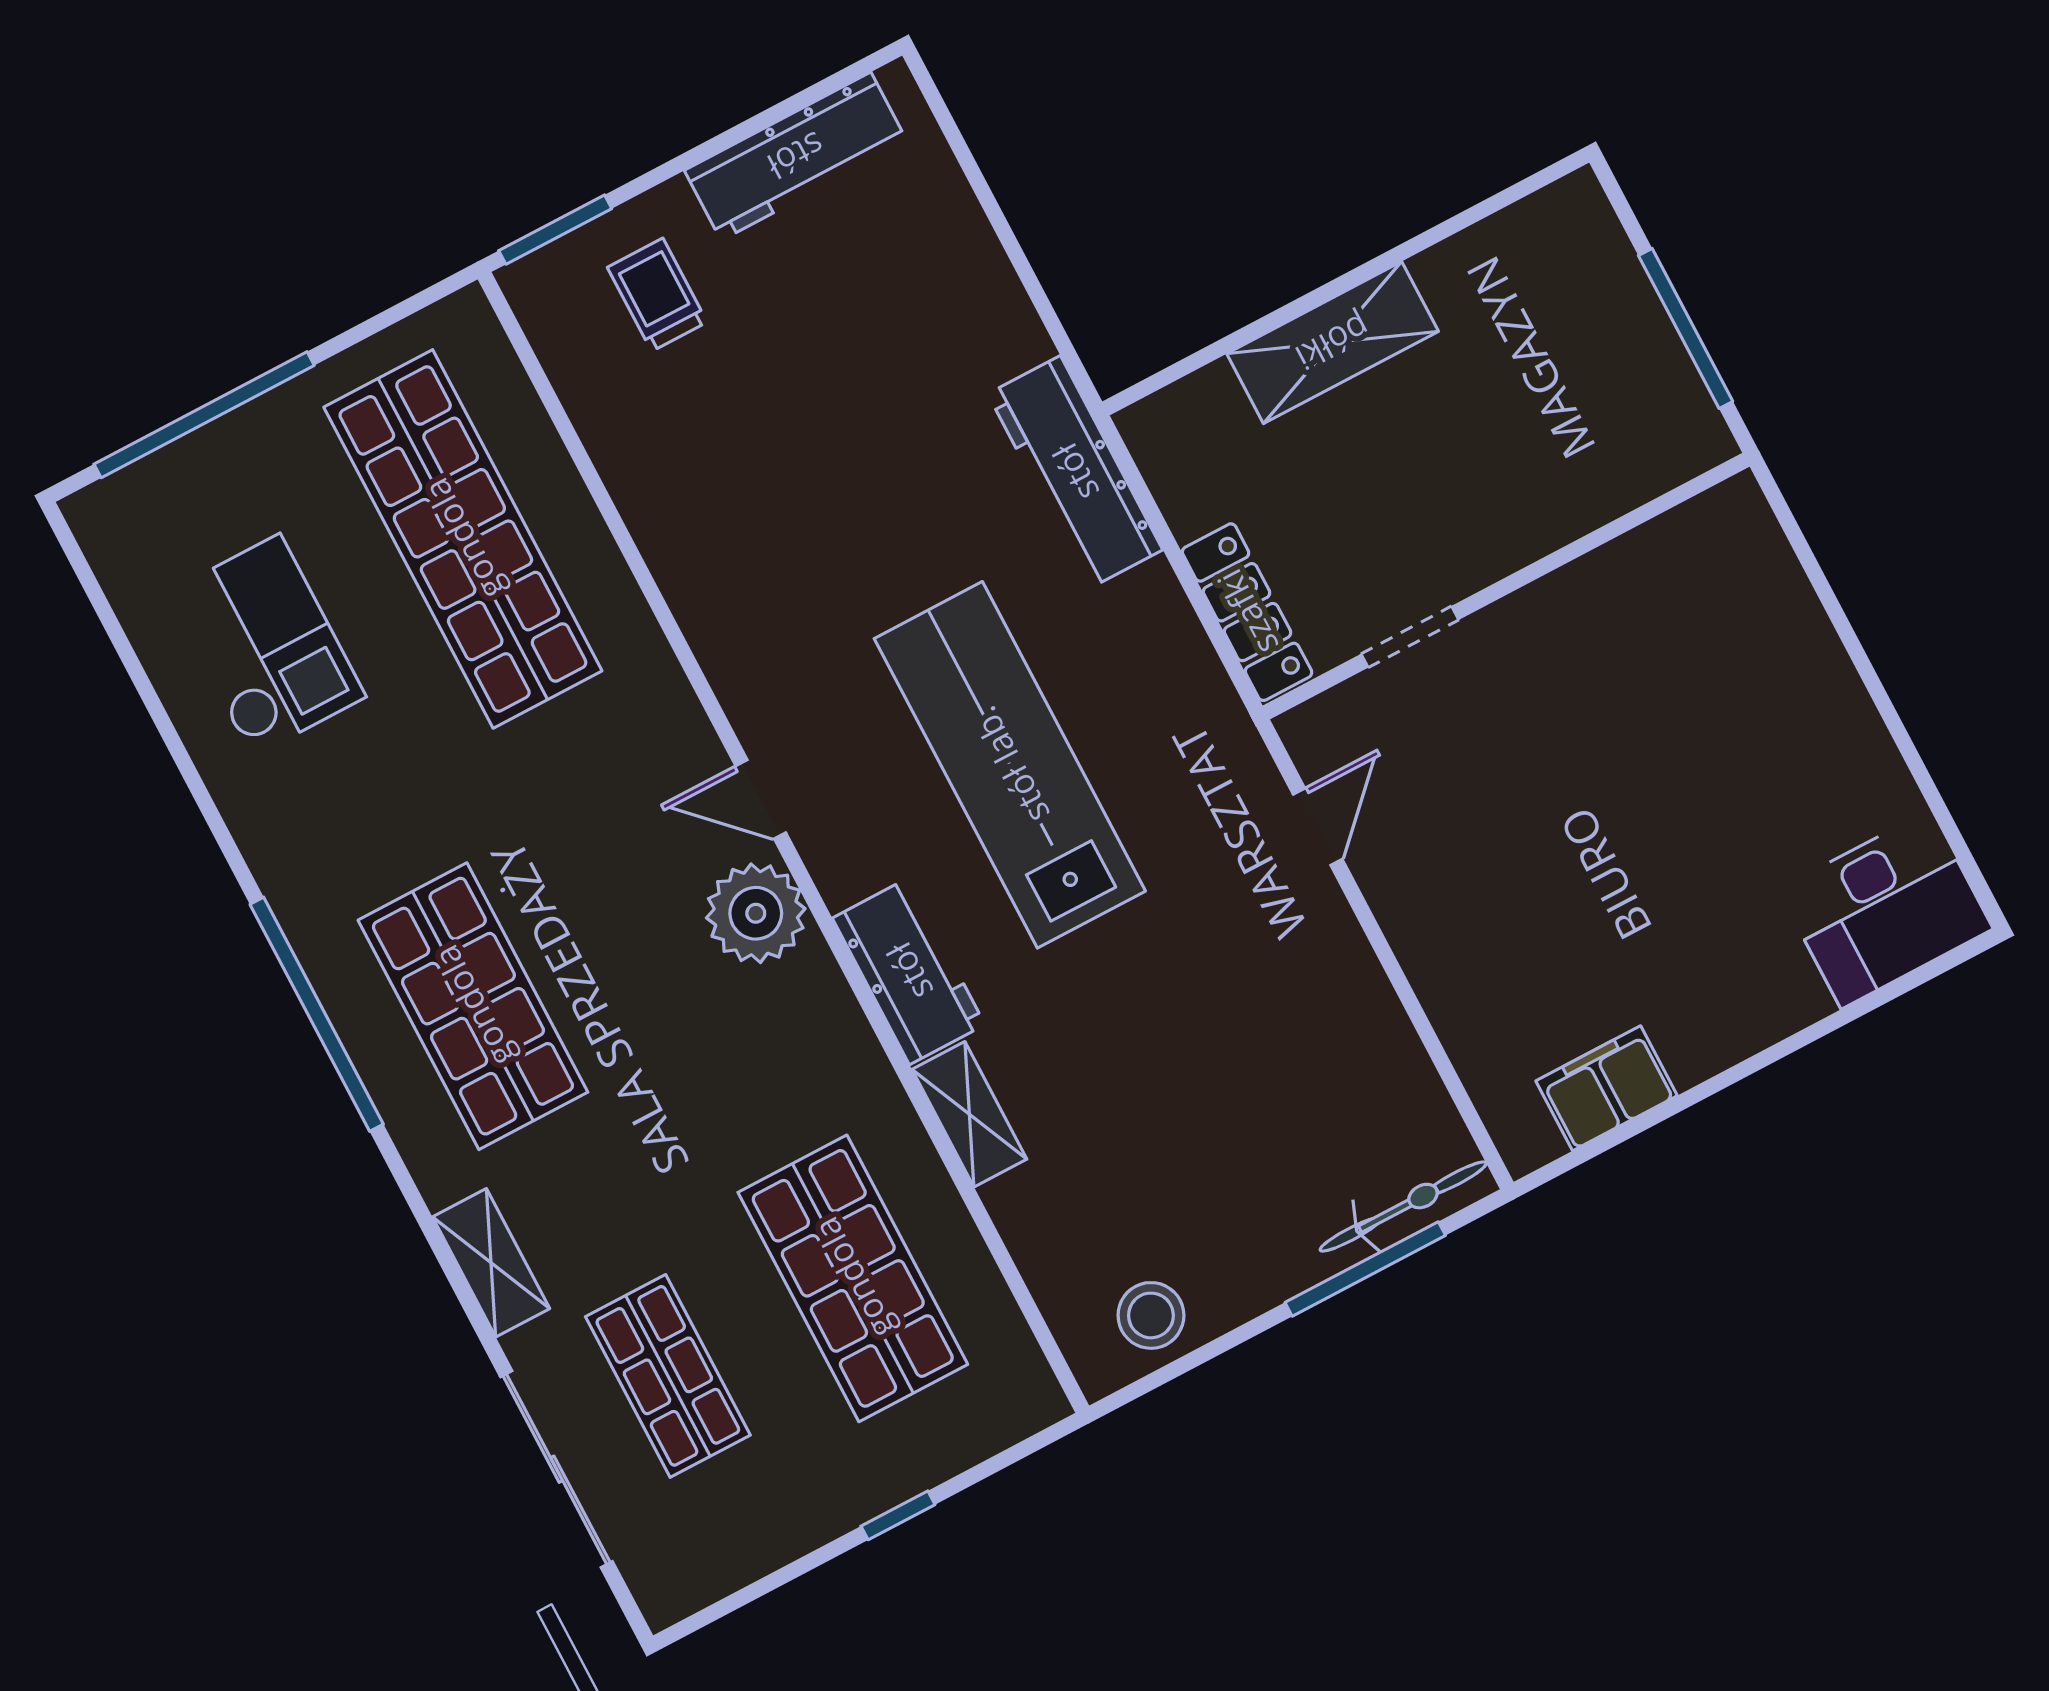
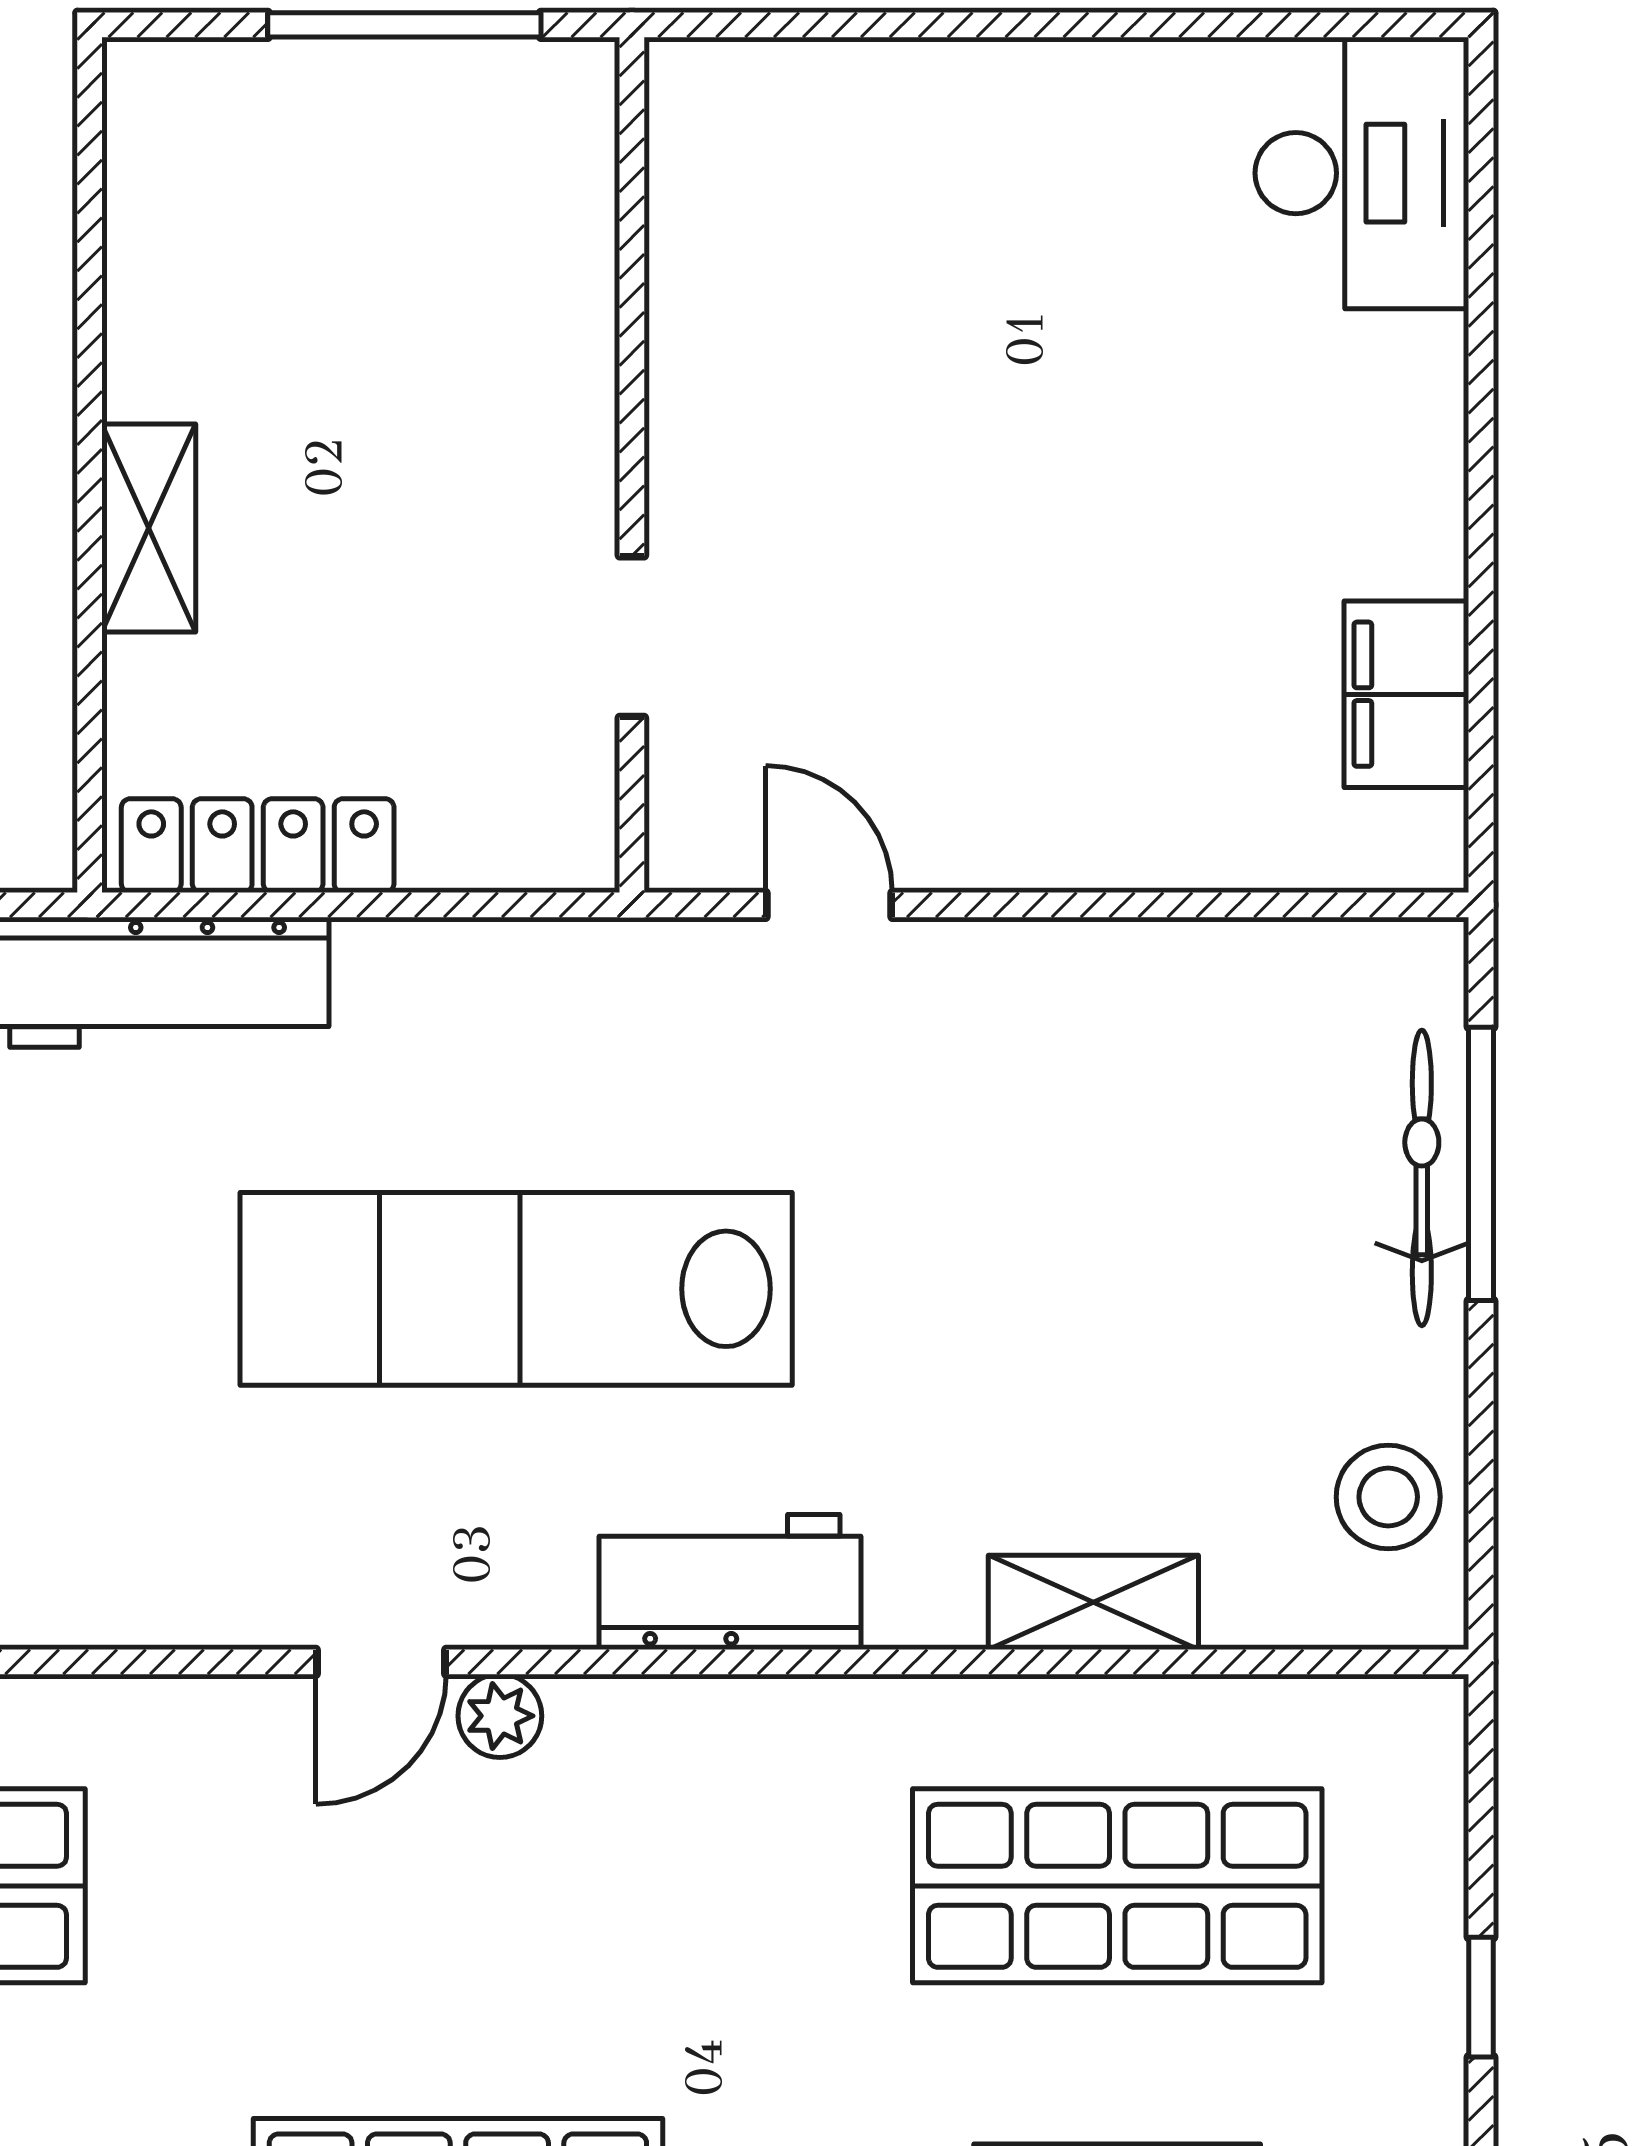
shelving: (1333, 343) -> (149, 528), width x0.67, depth x0.75
locker: (1247, 612) -> (258, 846), moved
plant: (756, 913) -> (500, 1716), width x0.53, depth x0.53
shelving: (969, 1114) -> (1093, 1602), moved
bicycle: (1403, 1207) -> (1422, 1178), moved

